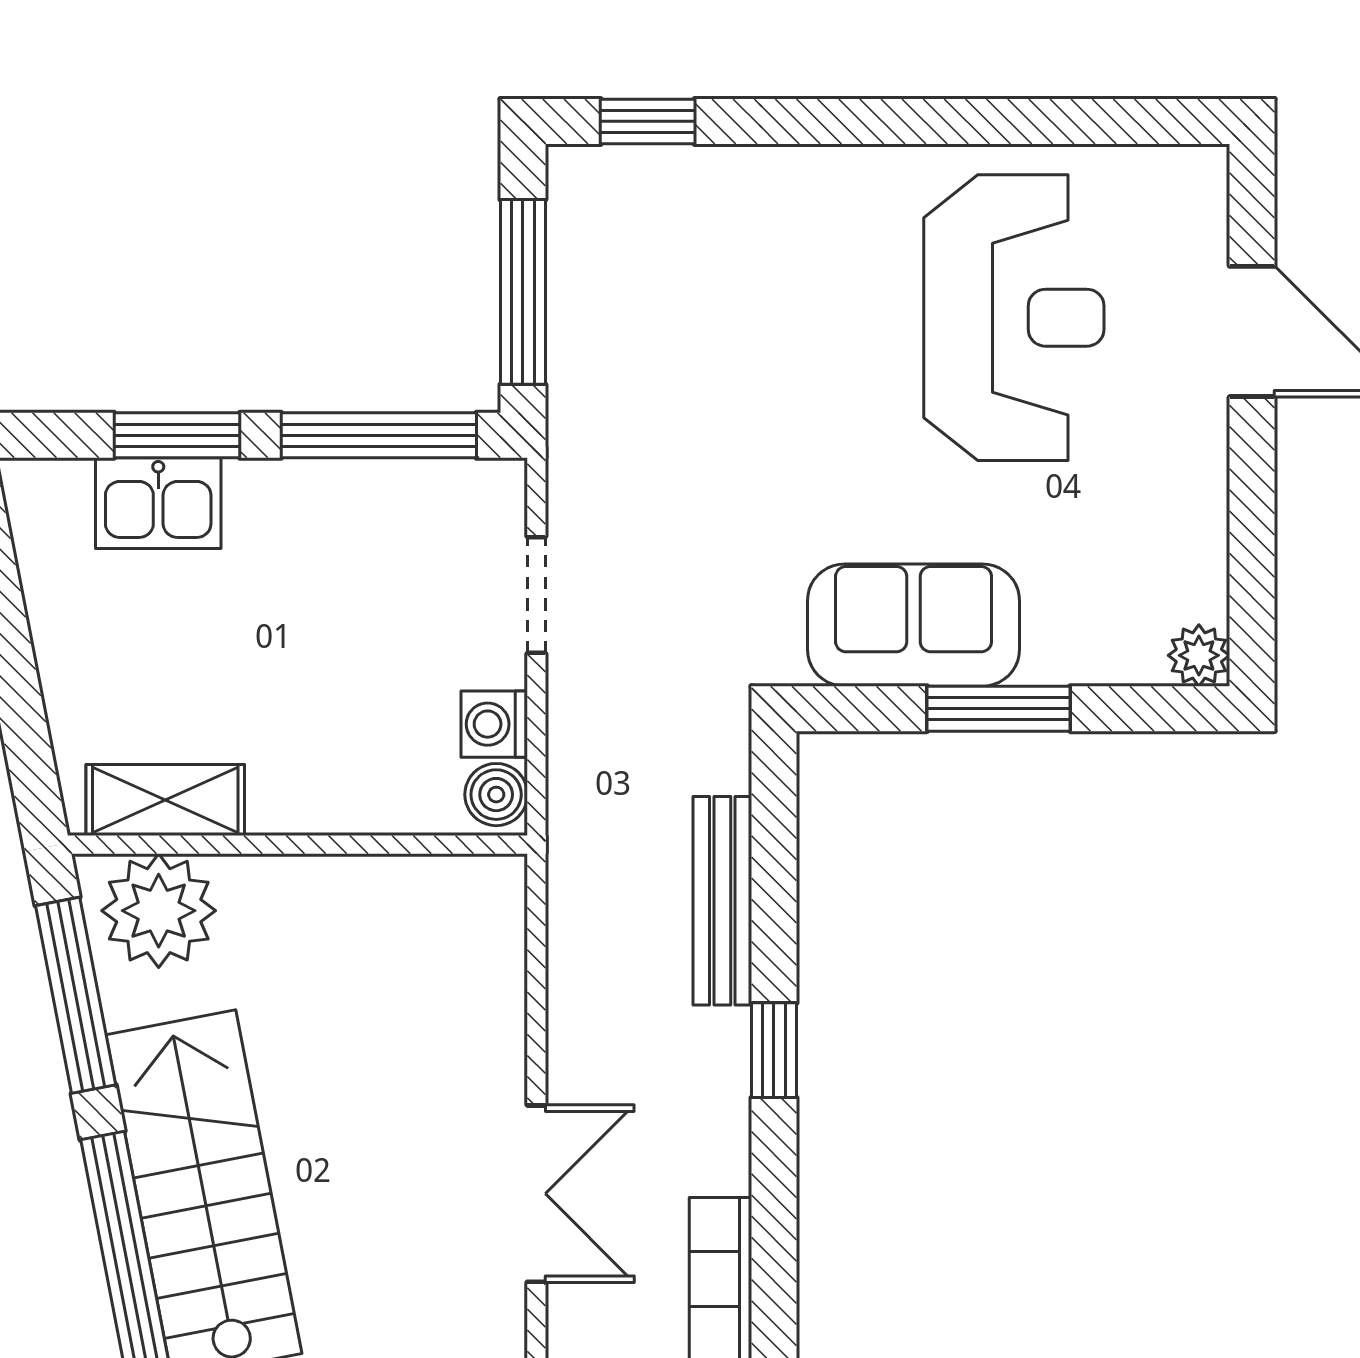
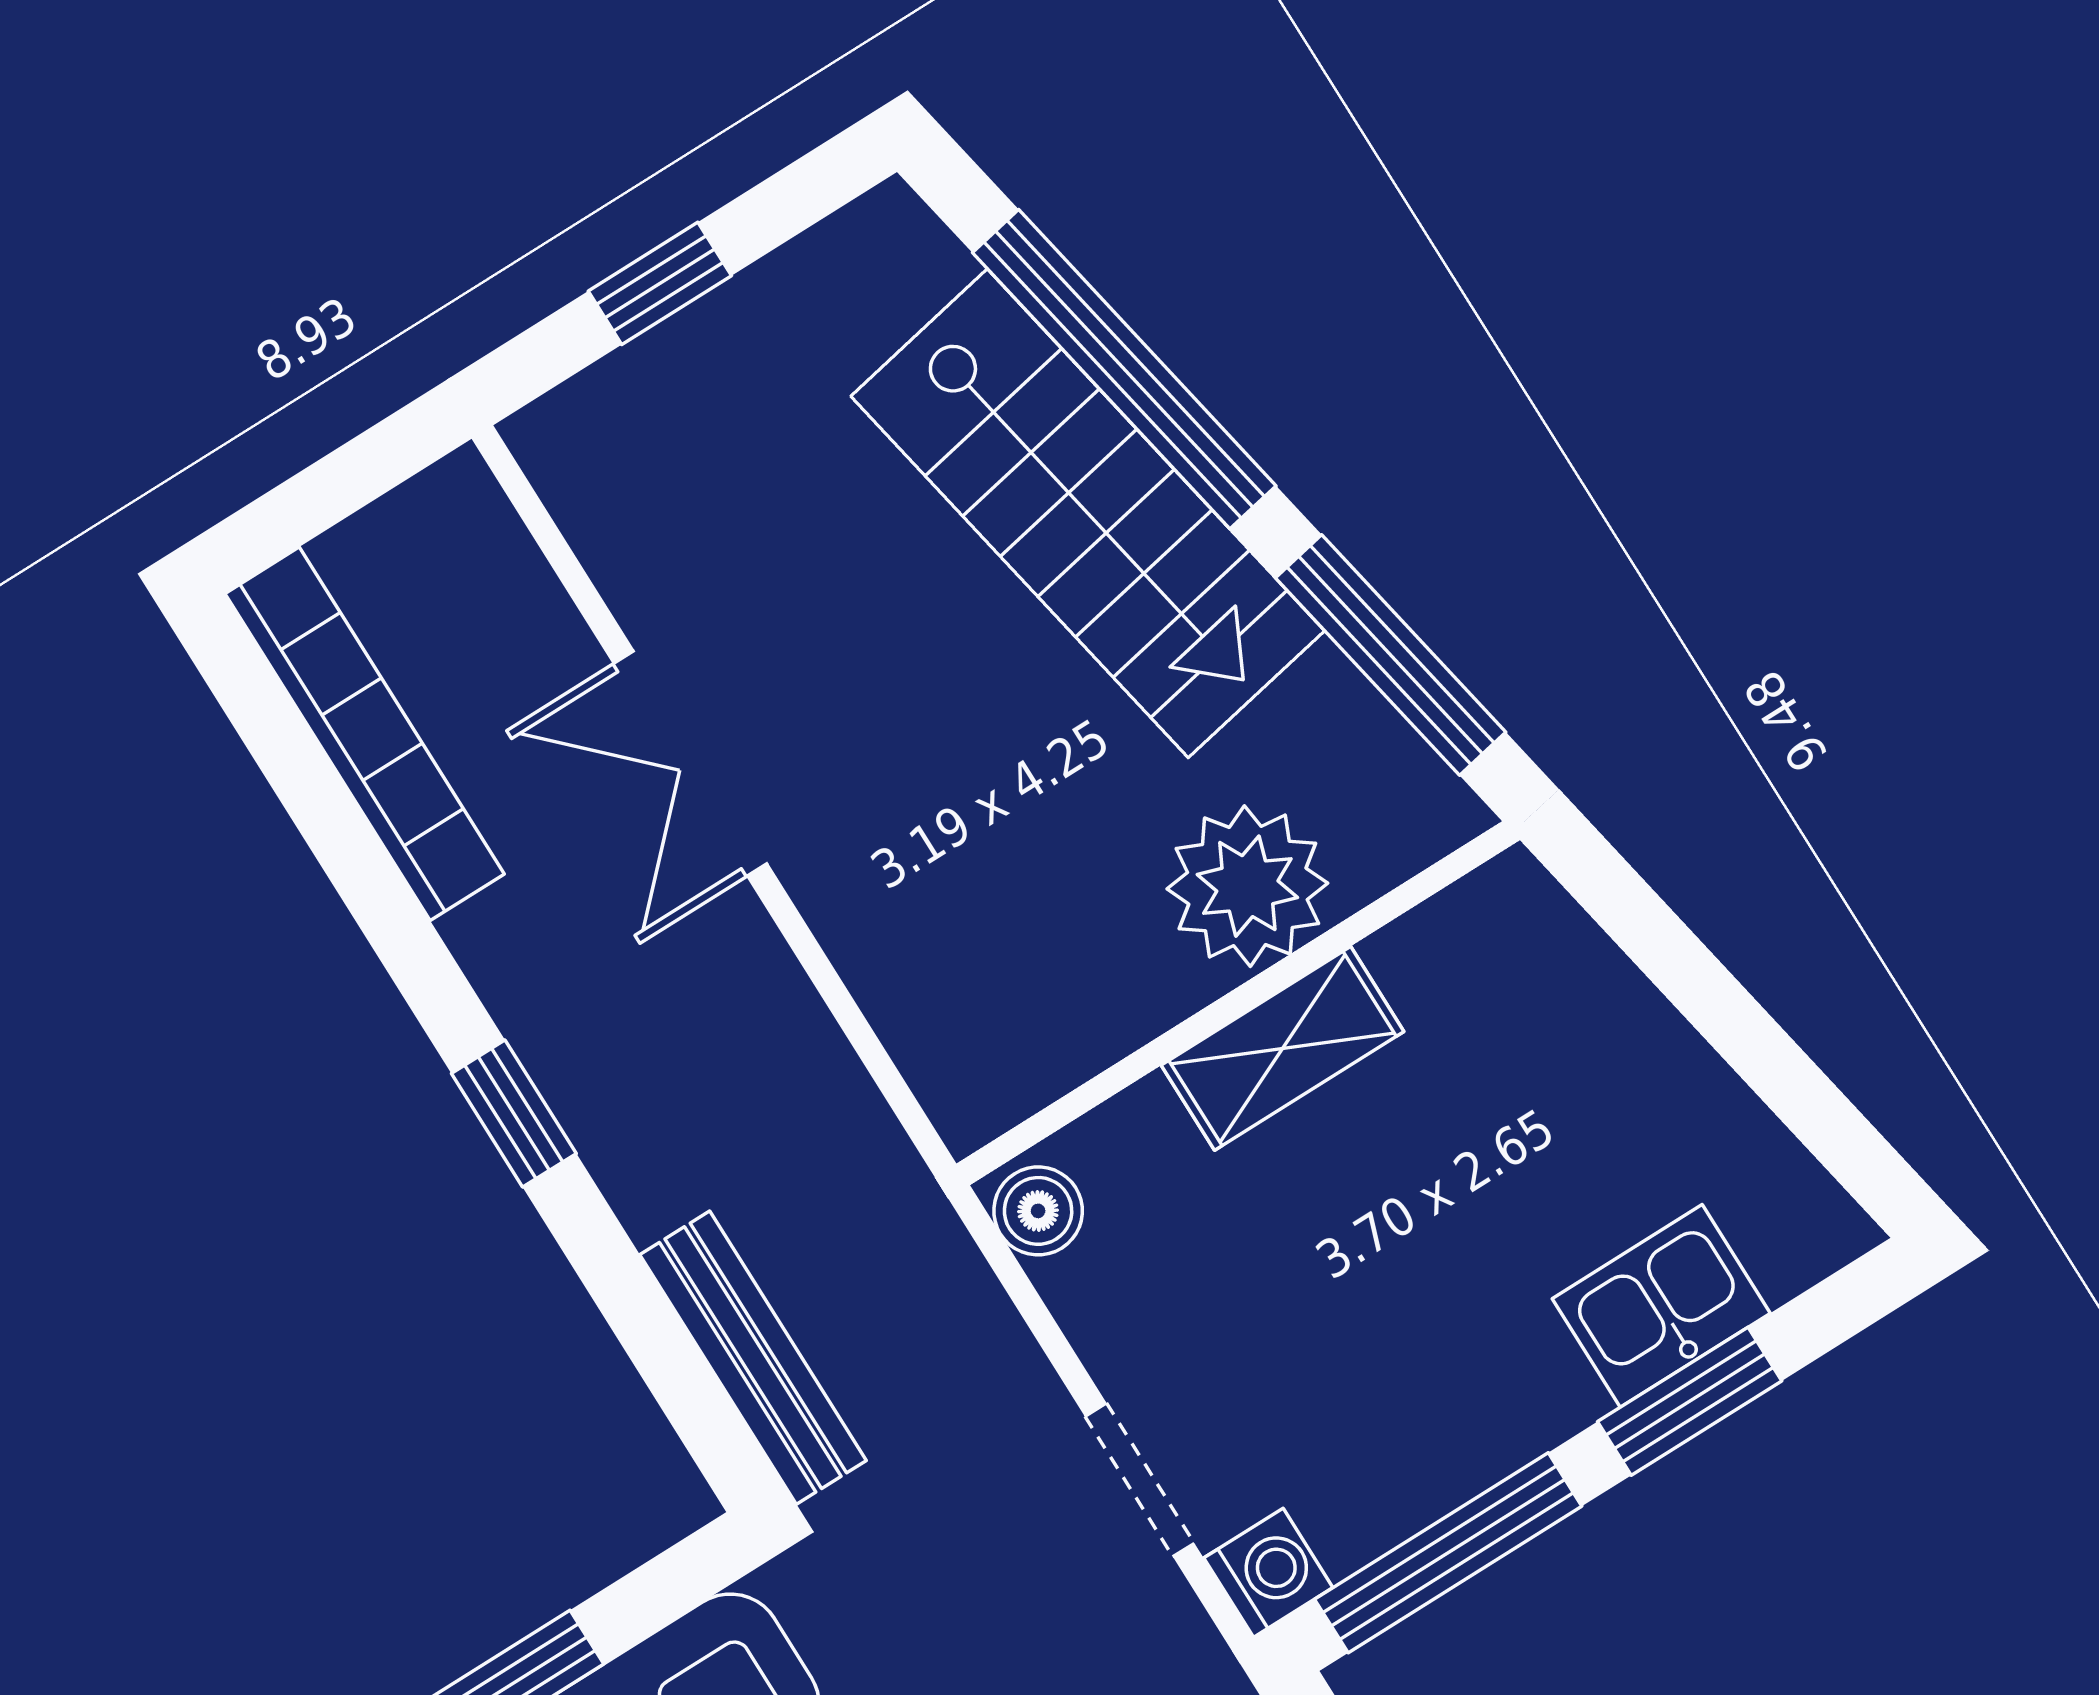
washing machine: (494, 724) -> (1268, 1573), moved
shelving: (165, 800) -> (1283, 1048), moved
bench: (722, 901) -> (753, 1358), moved
plant: (159, 911) -> (1247, 886), moved

